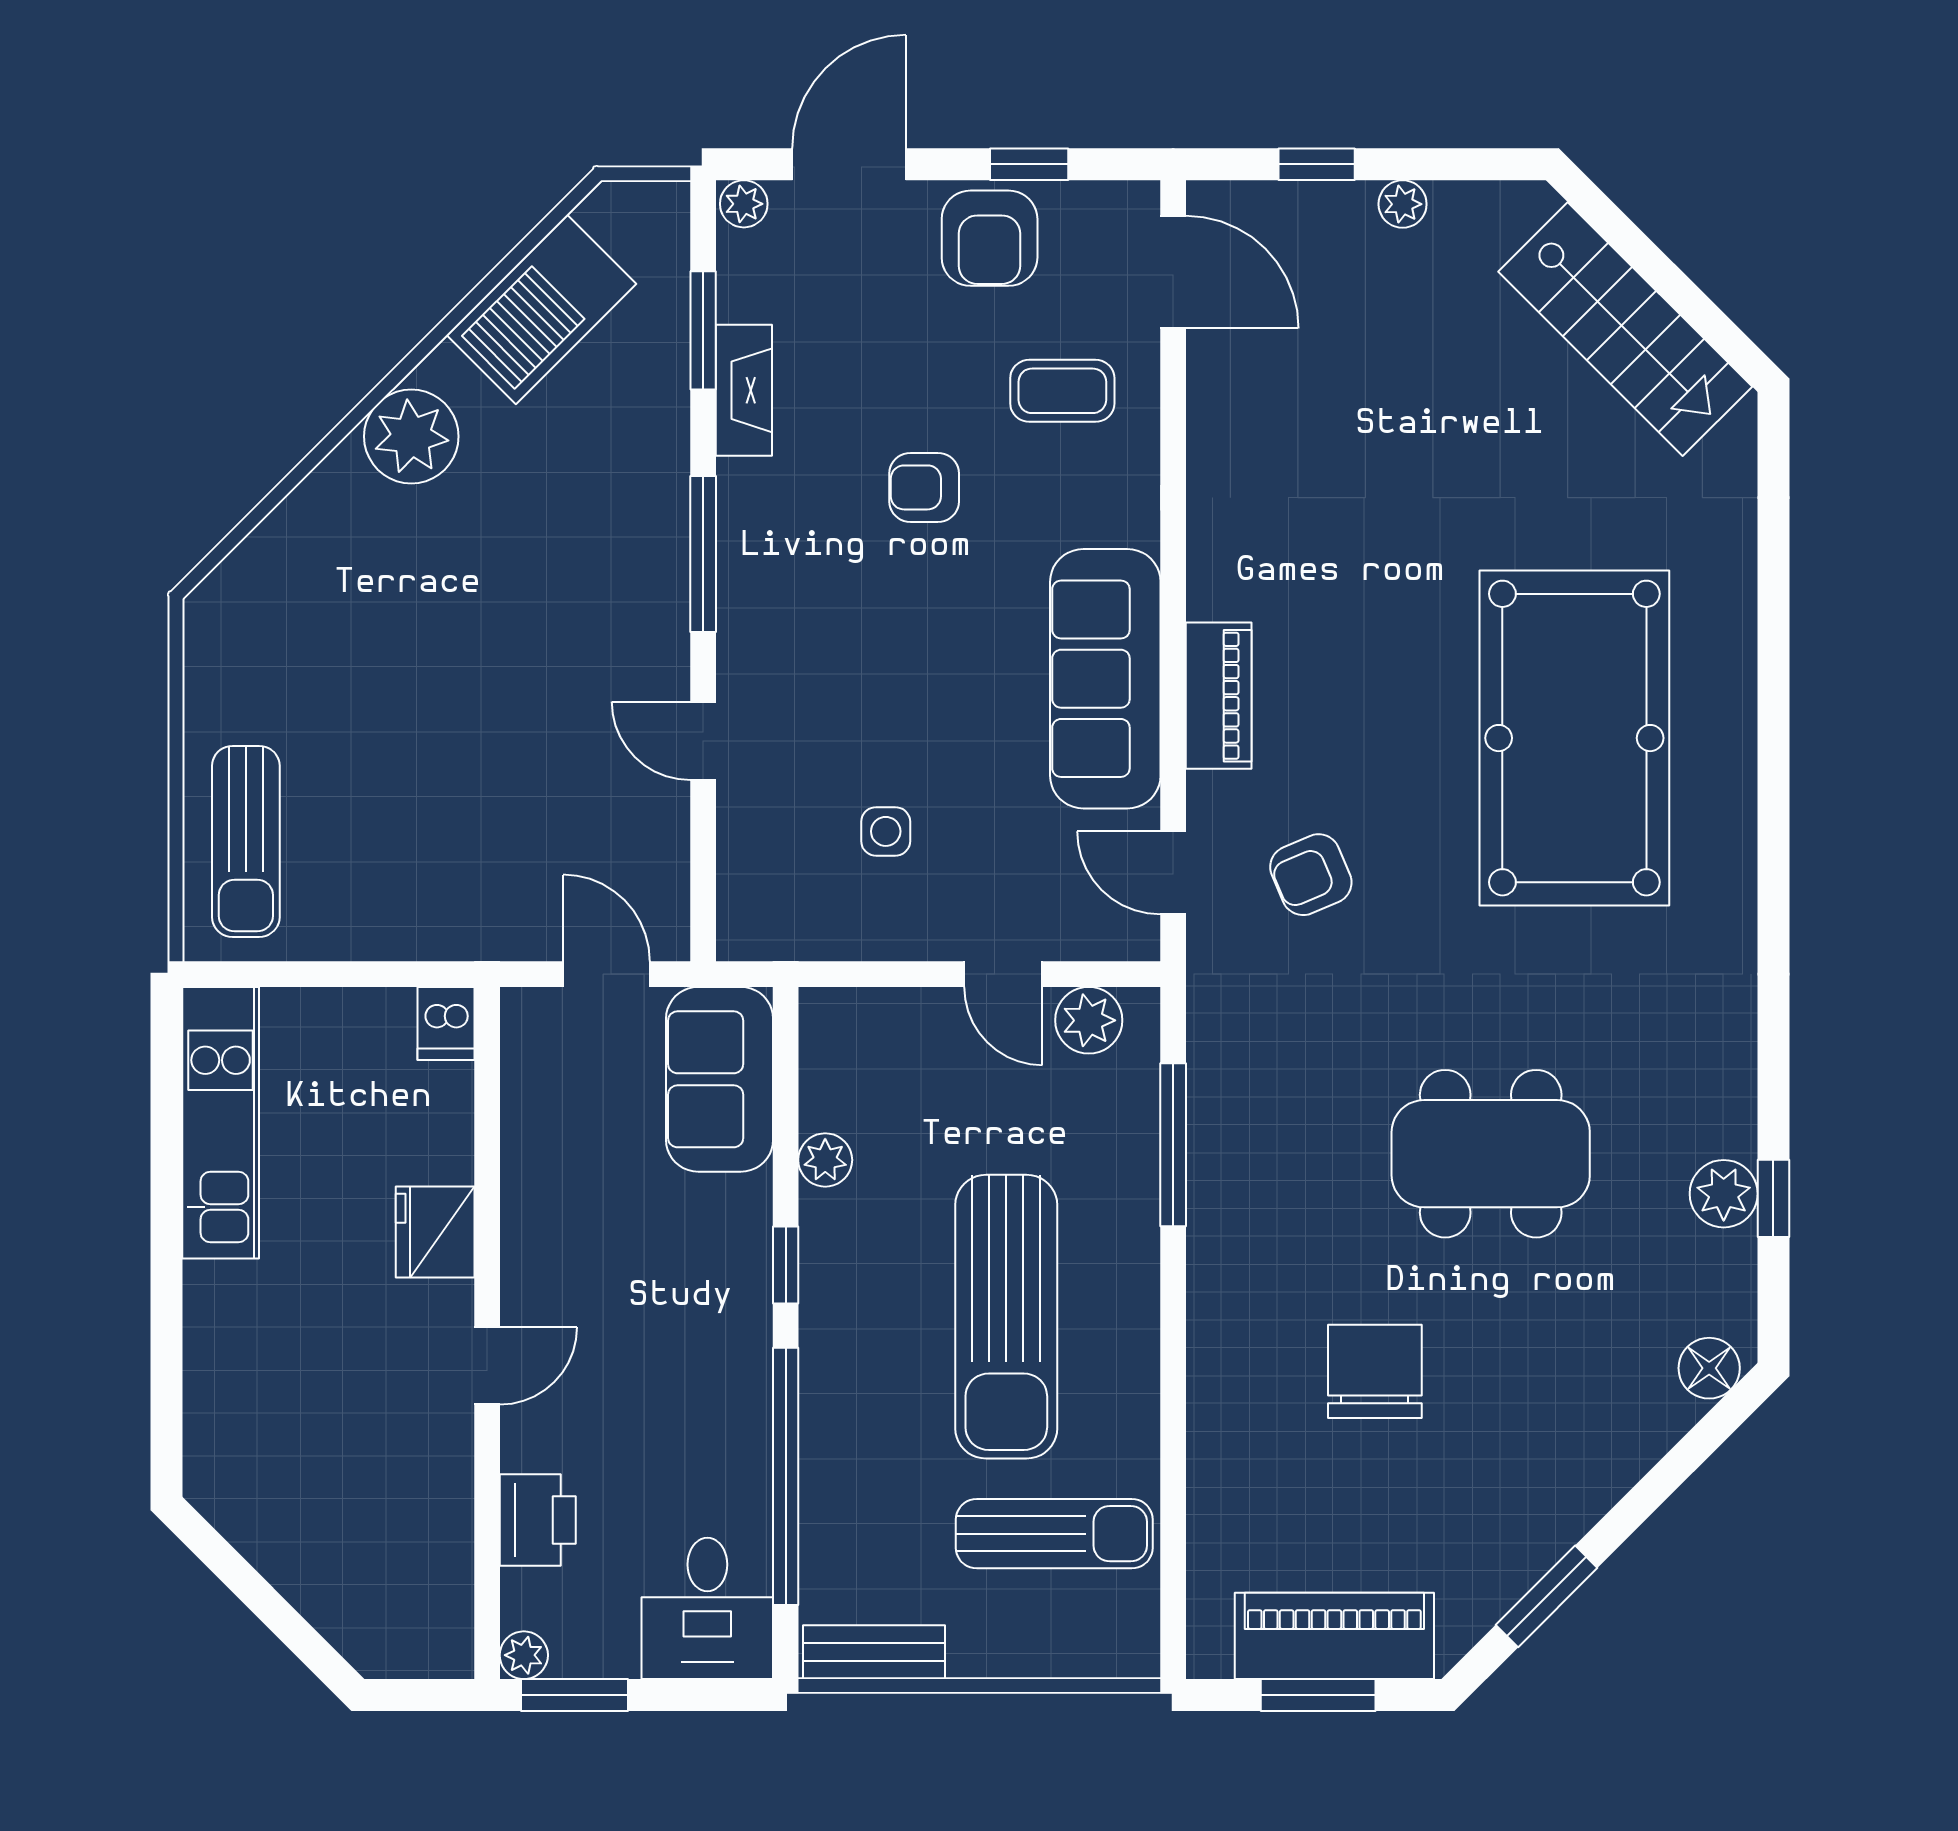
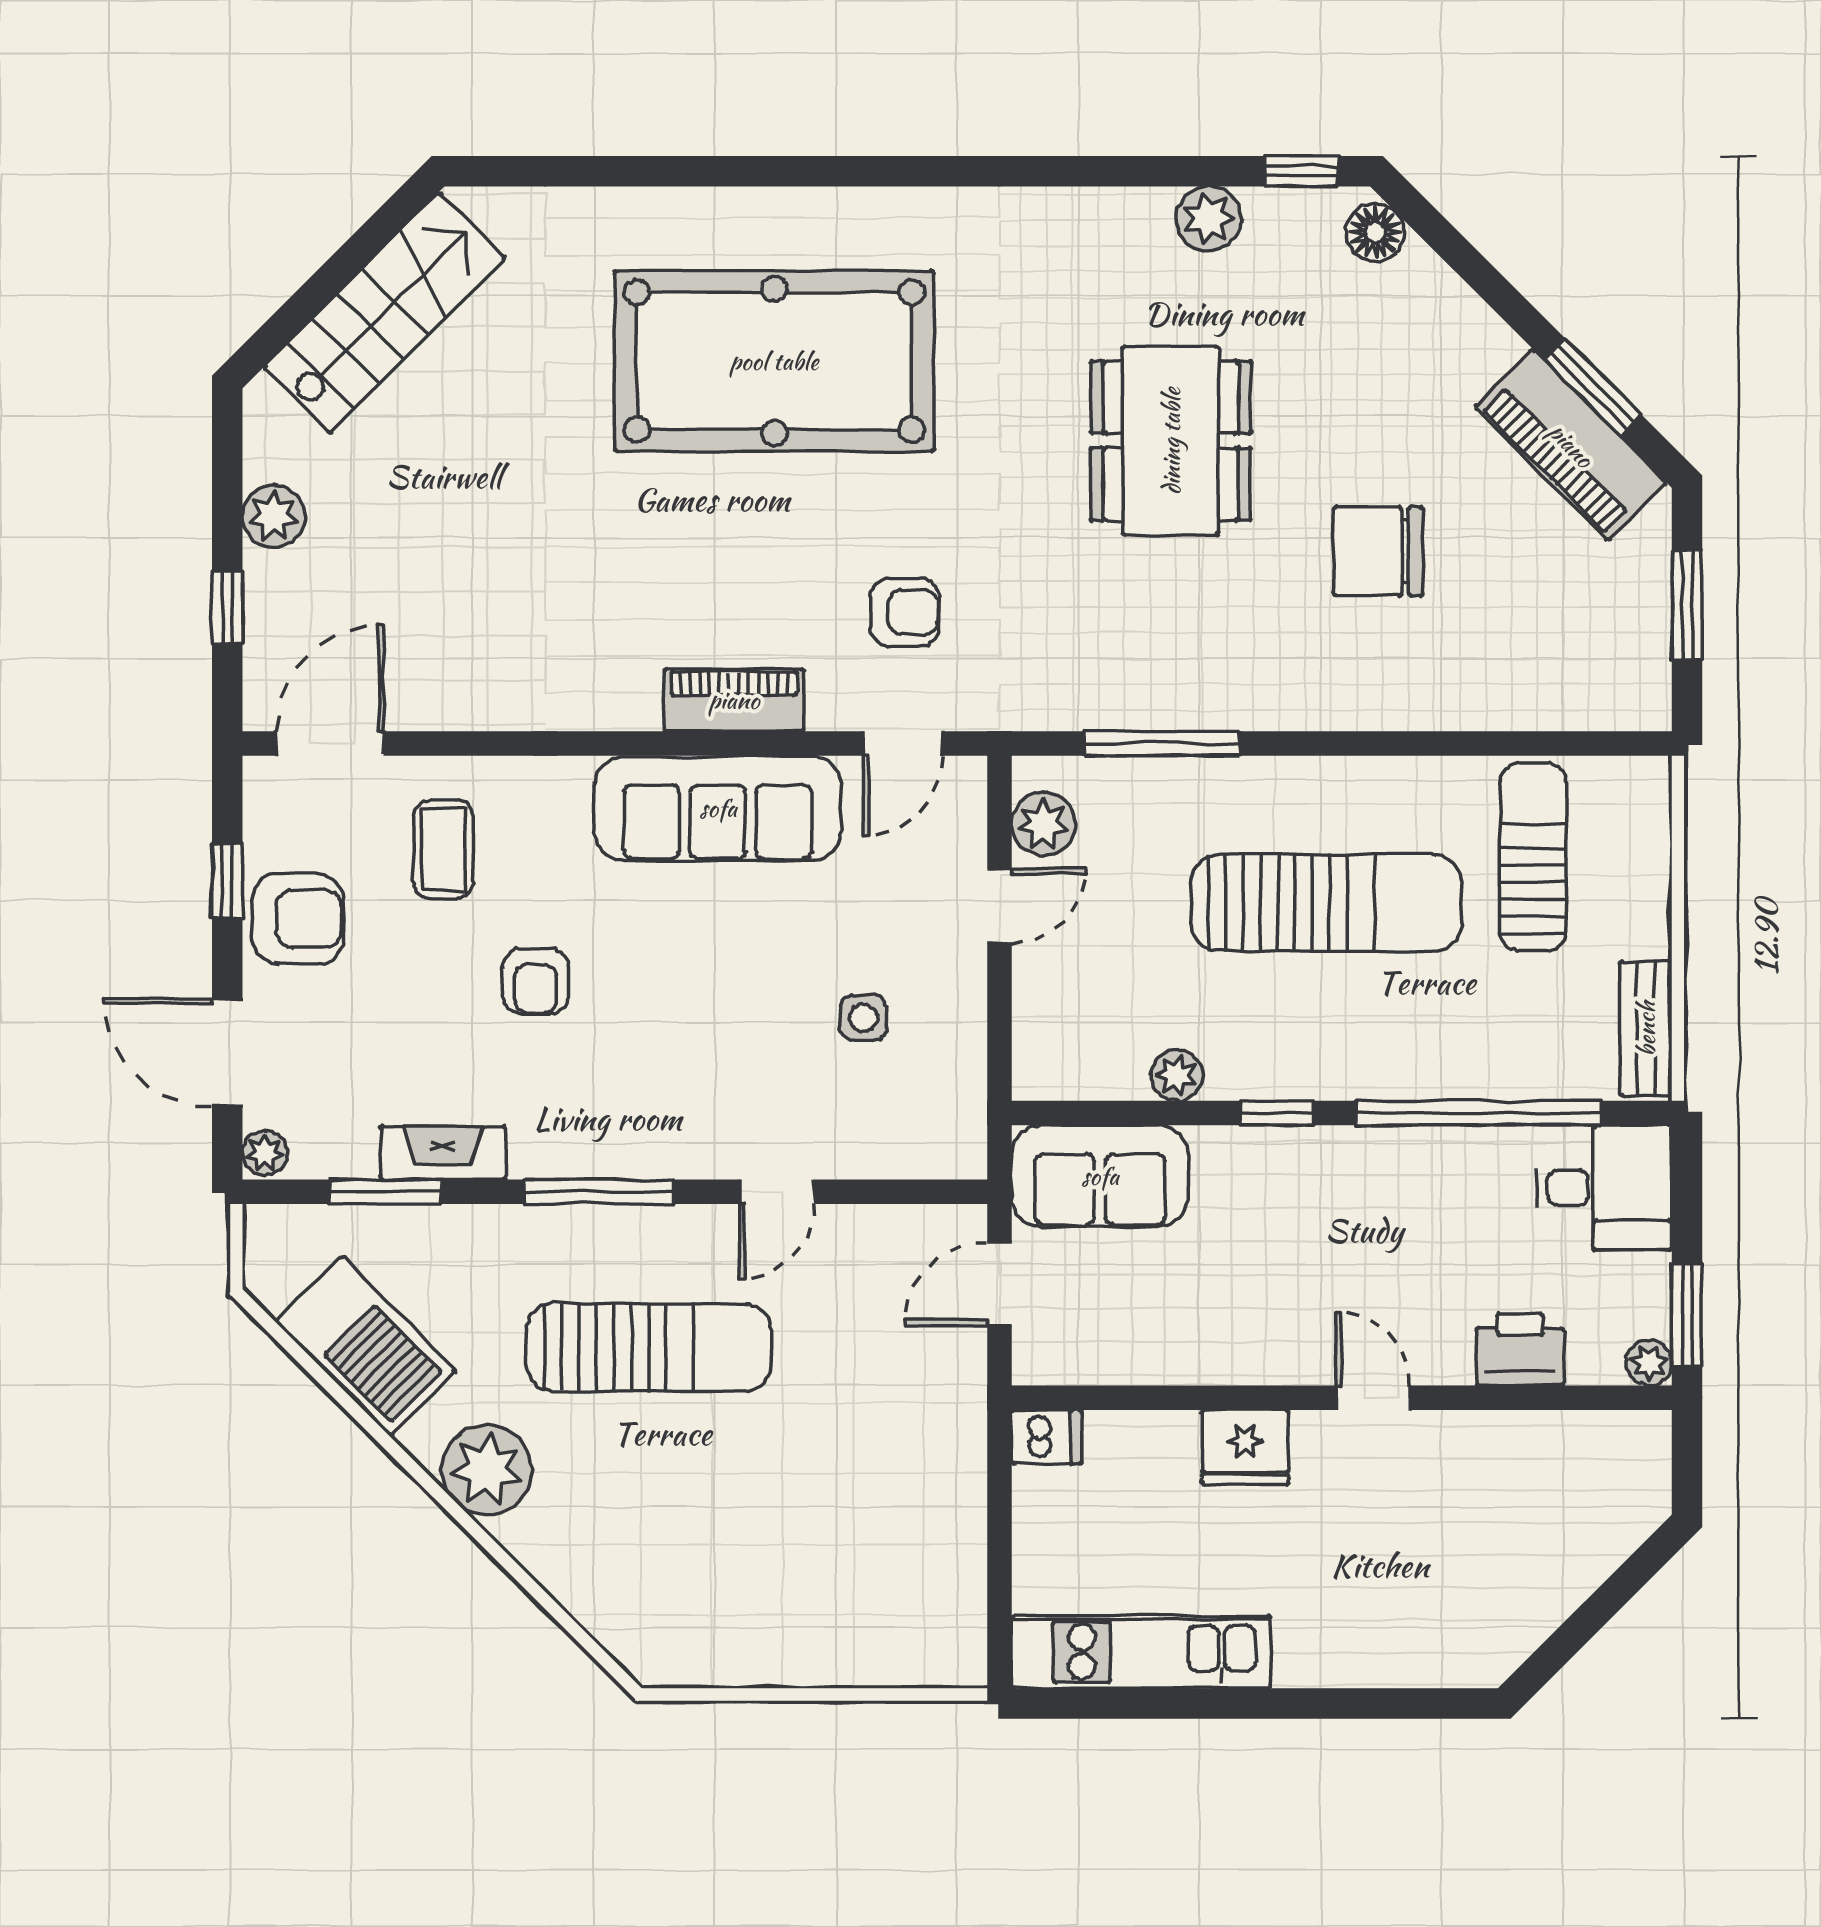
plant: (1403, 204) -> (274, 516), width x1.38, depth x1.38
sun lounger: (246, 841) -> (649, 1347), moved, width x1.36, depth x1.34
armchair: (1311, 875) -> (905, 612), turned -67
window: (1773, 1198) -> (1301, 171), moved
piano: (1334, 1636) -> (1571, 445), moved, turned -45

